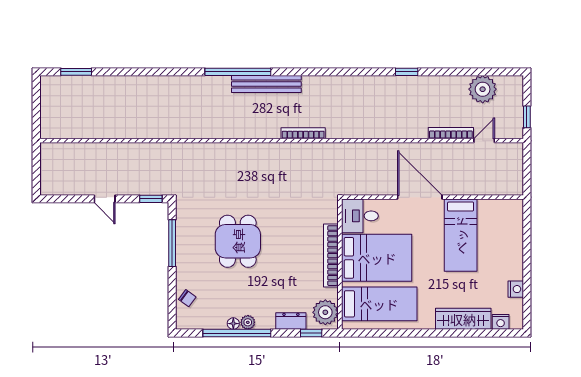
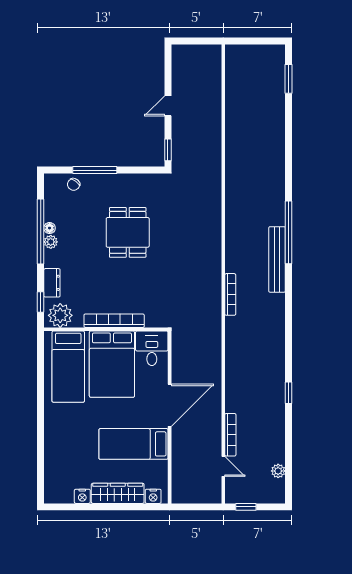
plant: (483, 89) -> (278, 471), width x0.53, depth x0.53
dining table: (238, 241) -> (128, 232), turned 90
window: (172, 243) -> (95, 170), moved
wardrobe: (463, 319) -> (118, 493), moved, turned -90
nightstand: (501, 322) -> (153, 496), moved, turned -90

